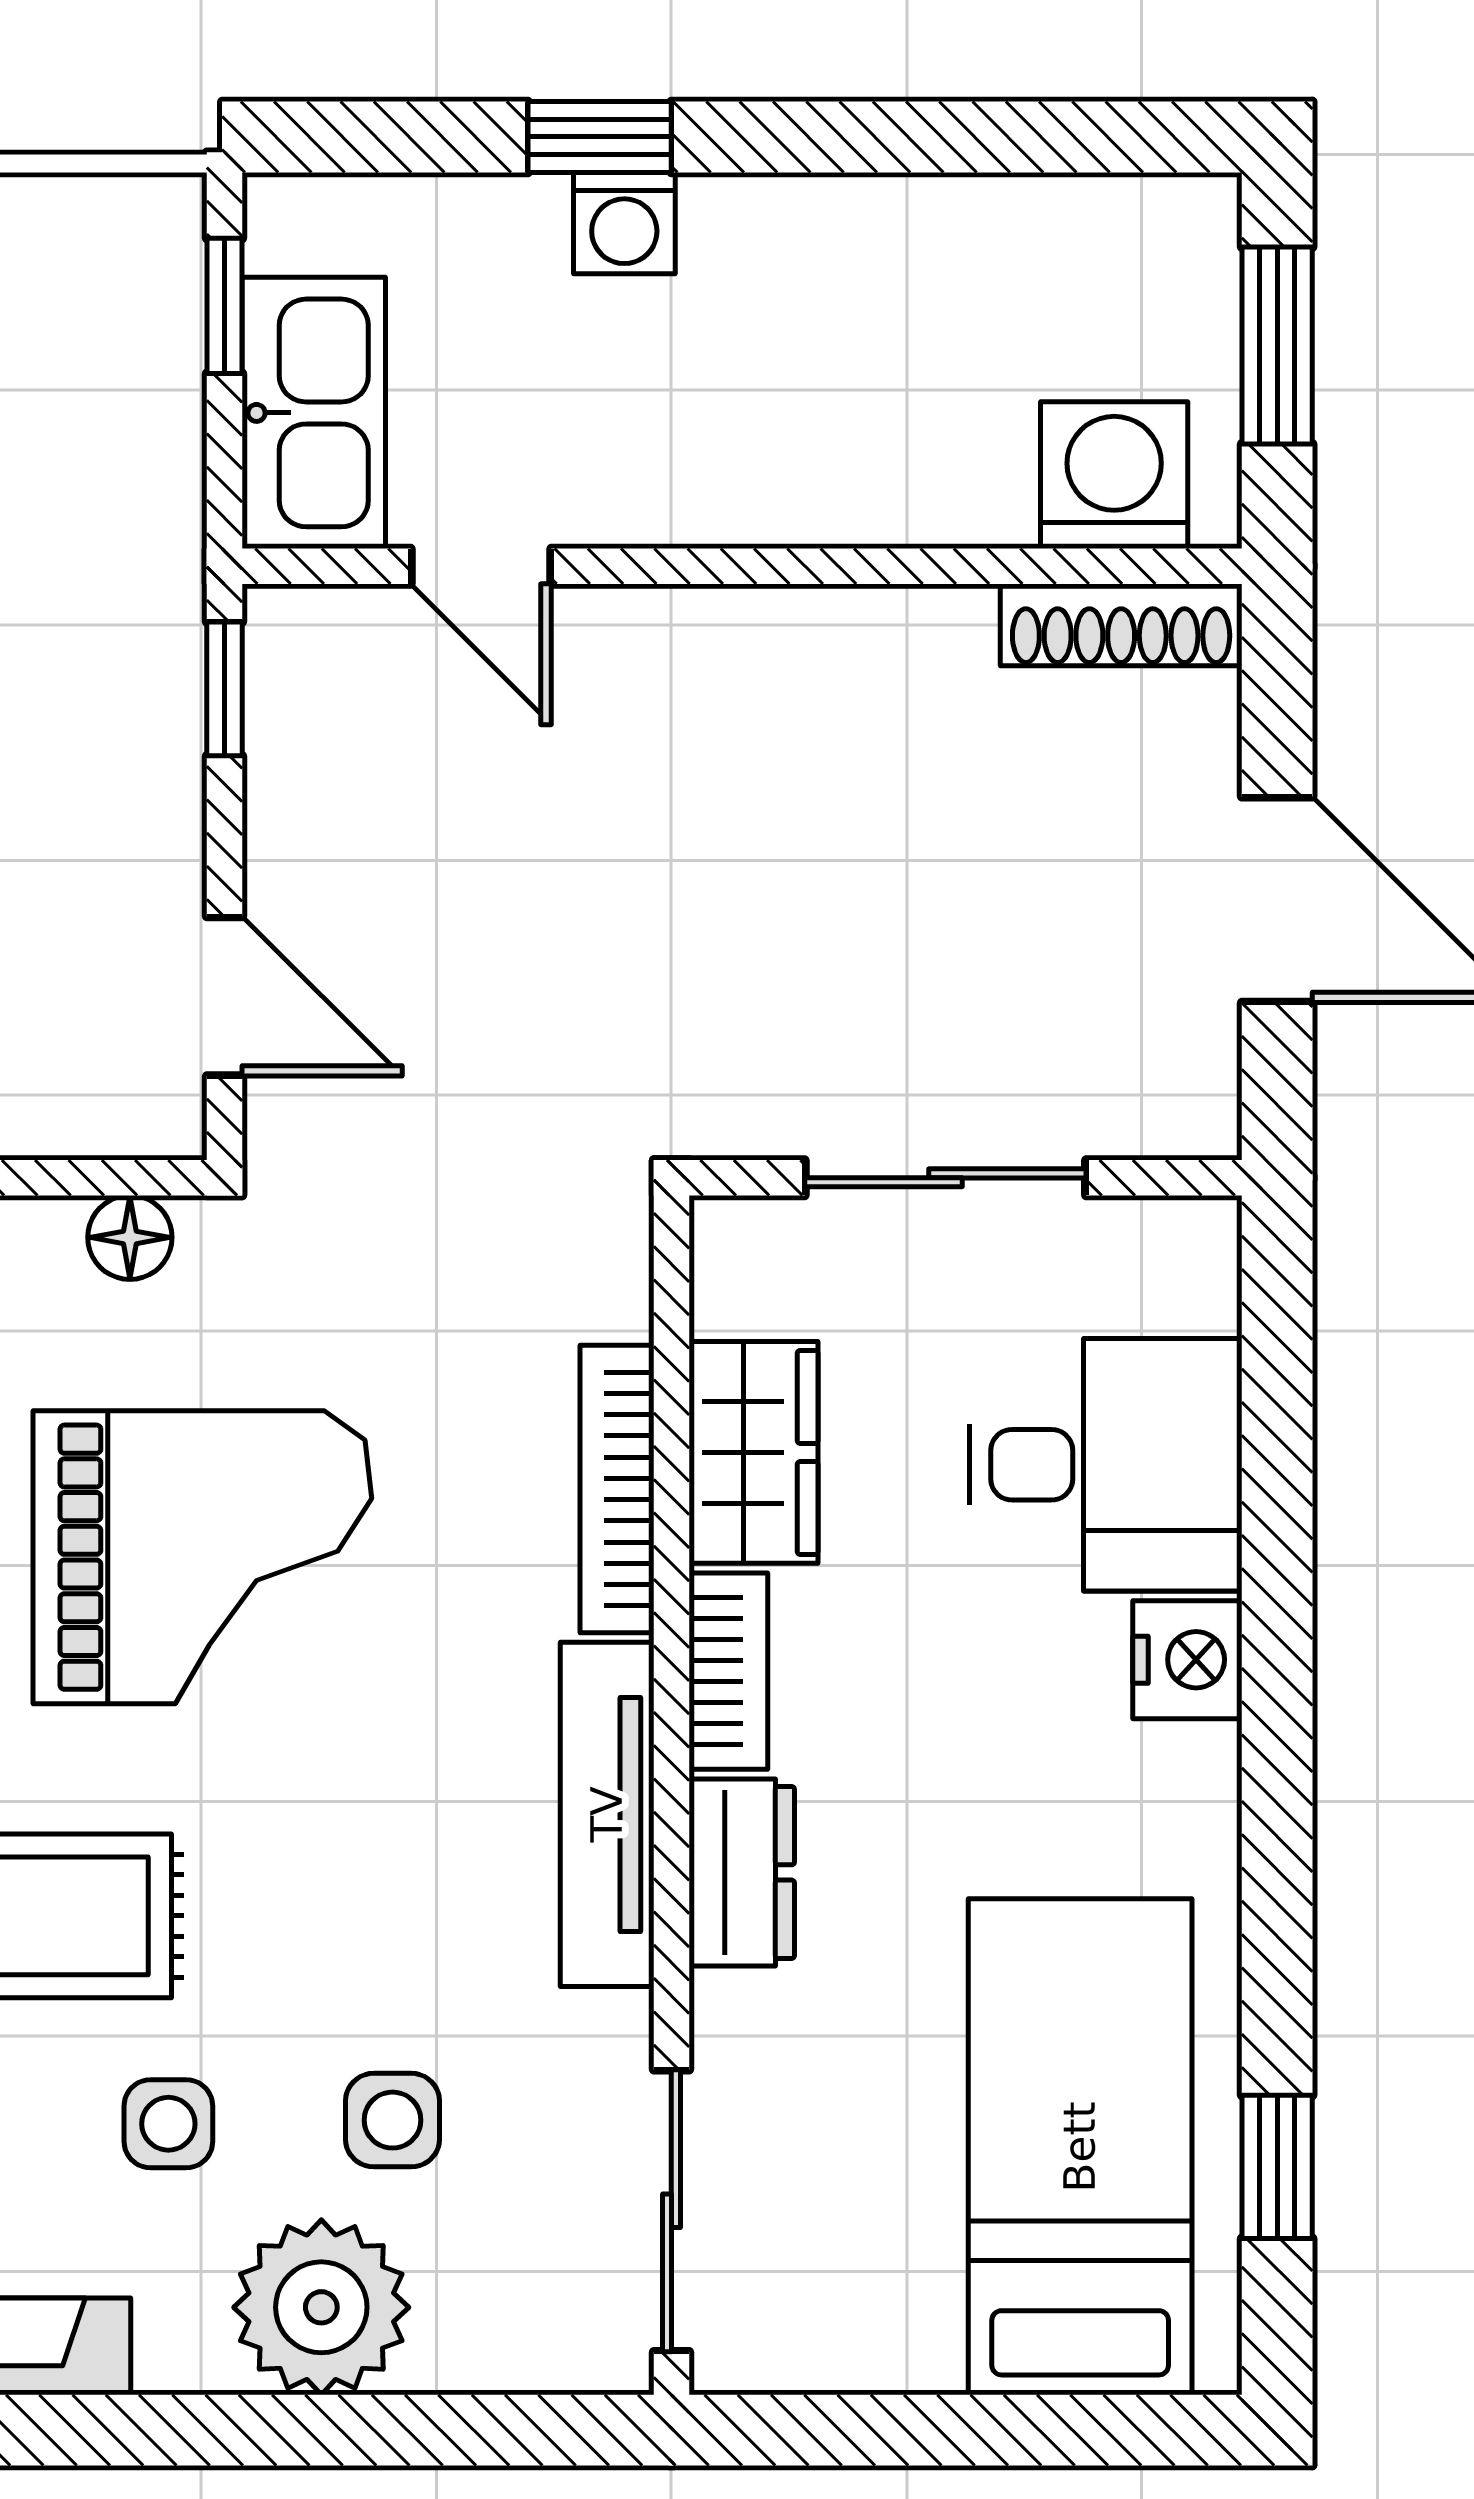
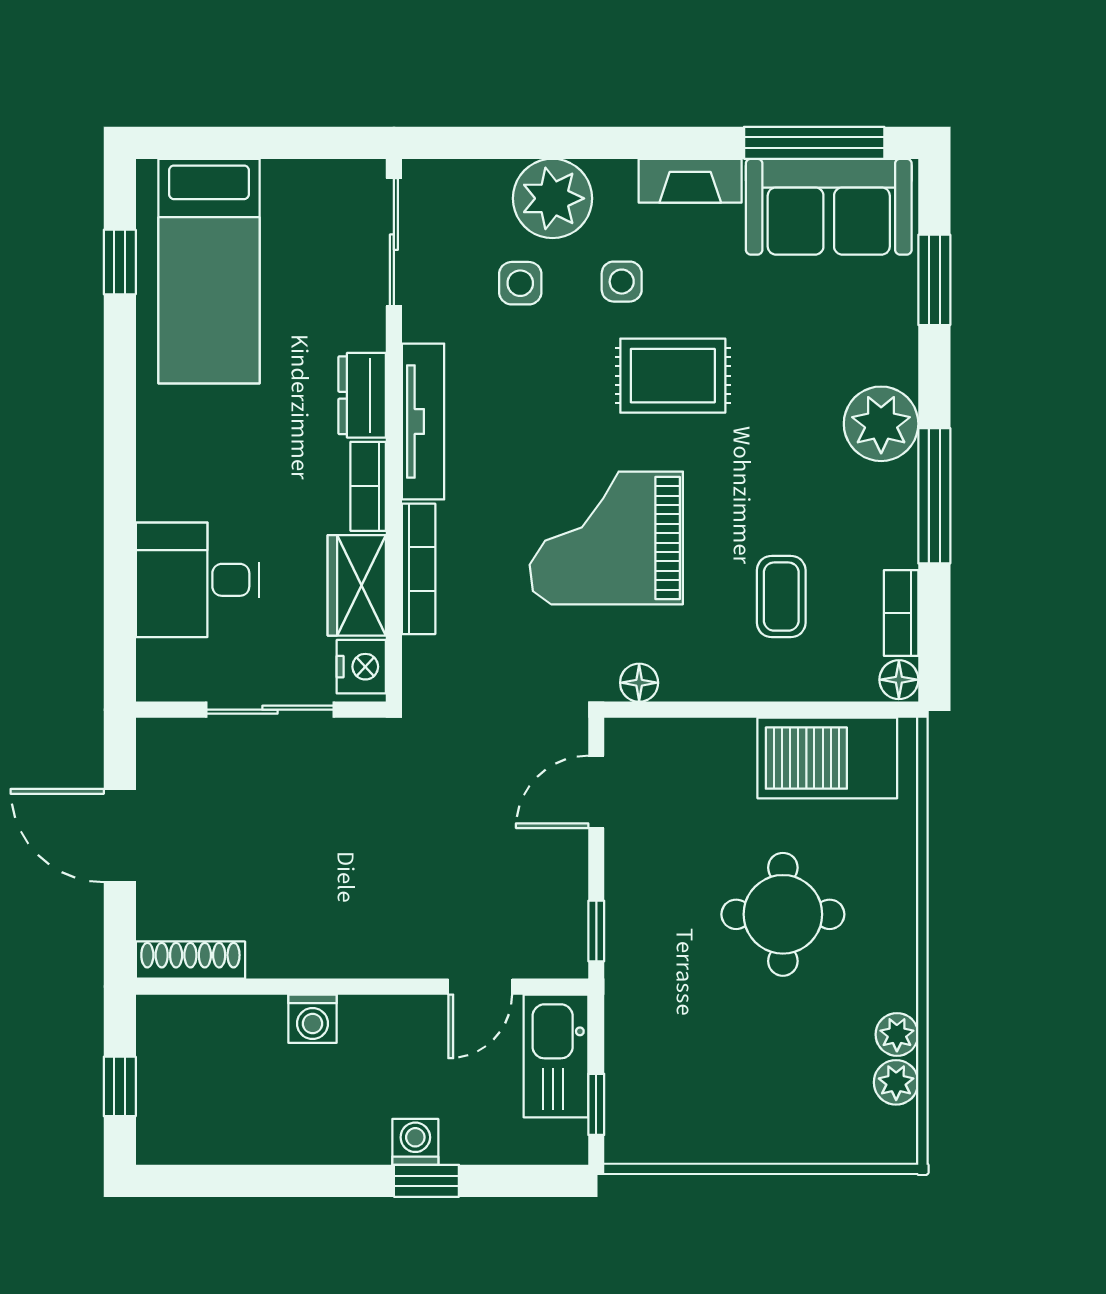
window: (1277, 346) -> (120, 1086), width x0.67
washing machine: (1114, 475) -> (313, 1019), moved, width x0.73, depth x0.73
door: (481, 566) -> (480, 987), swing flipped
door: (225, 996) -> (596, 792), hinge flipped
nightstand: (1187, 1660) -> (361, 667), moved, turned 180

